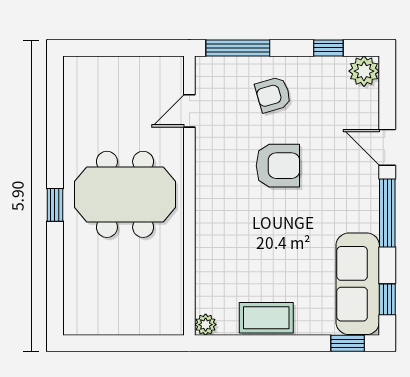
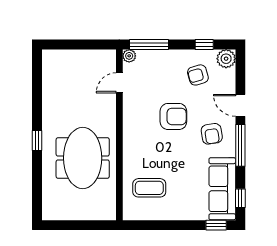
armchair: (273, 95) -> (198, 75), moved
meeting table: (125, 194) -> (83, 158), moved, turned 90
armchair: (340, 194) -> (212, 134), added
coffee table: (266, 318) -> (149, 188), moved
plant: (206, 325) -> (129, 56), moved

